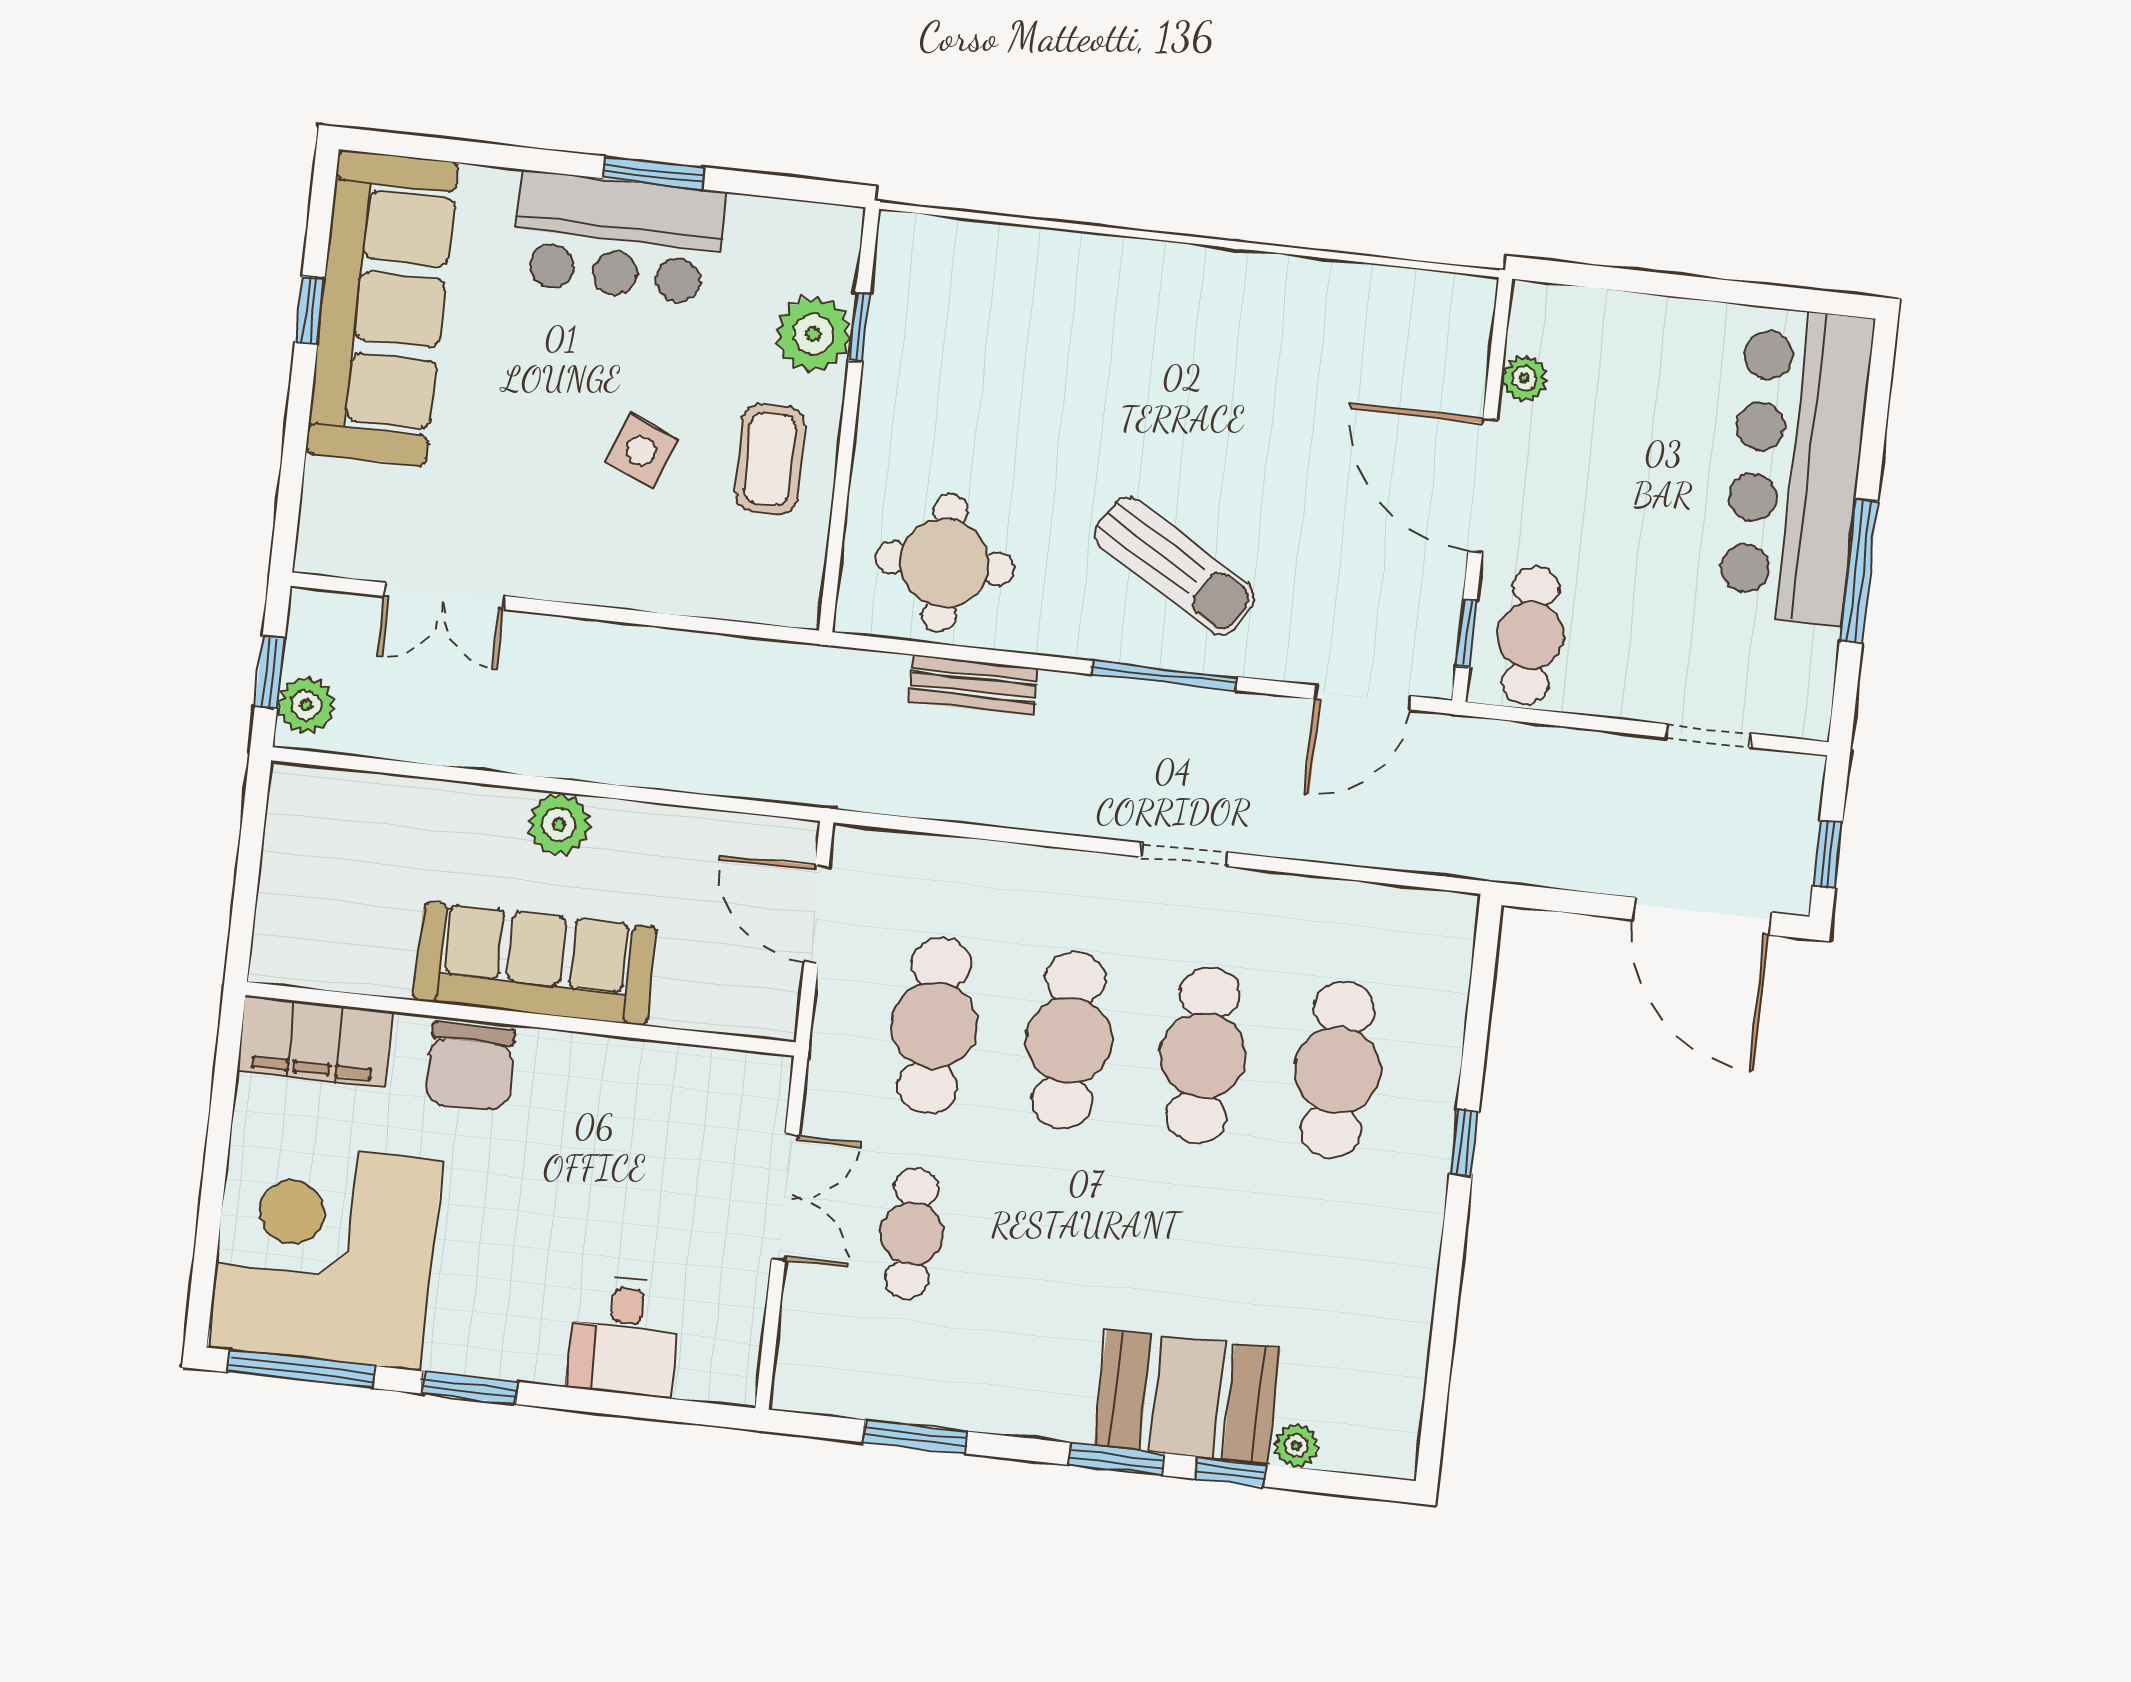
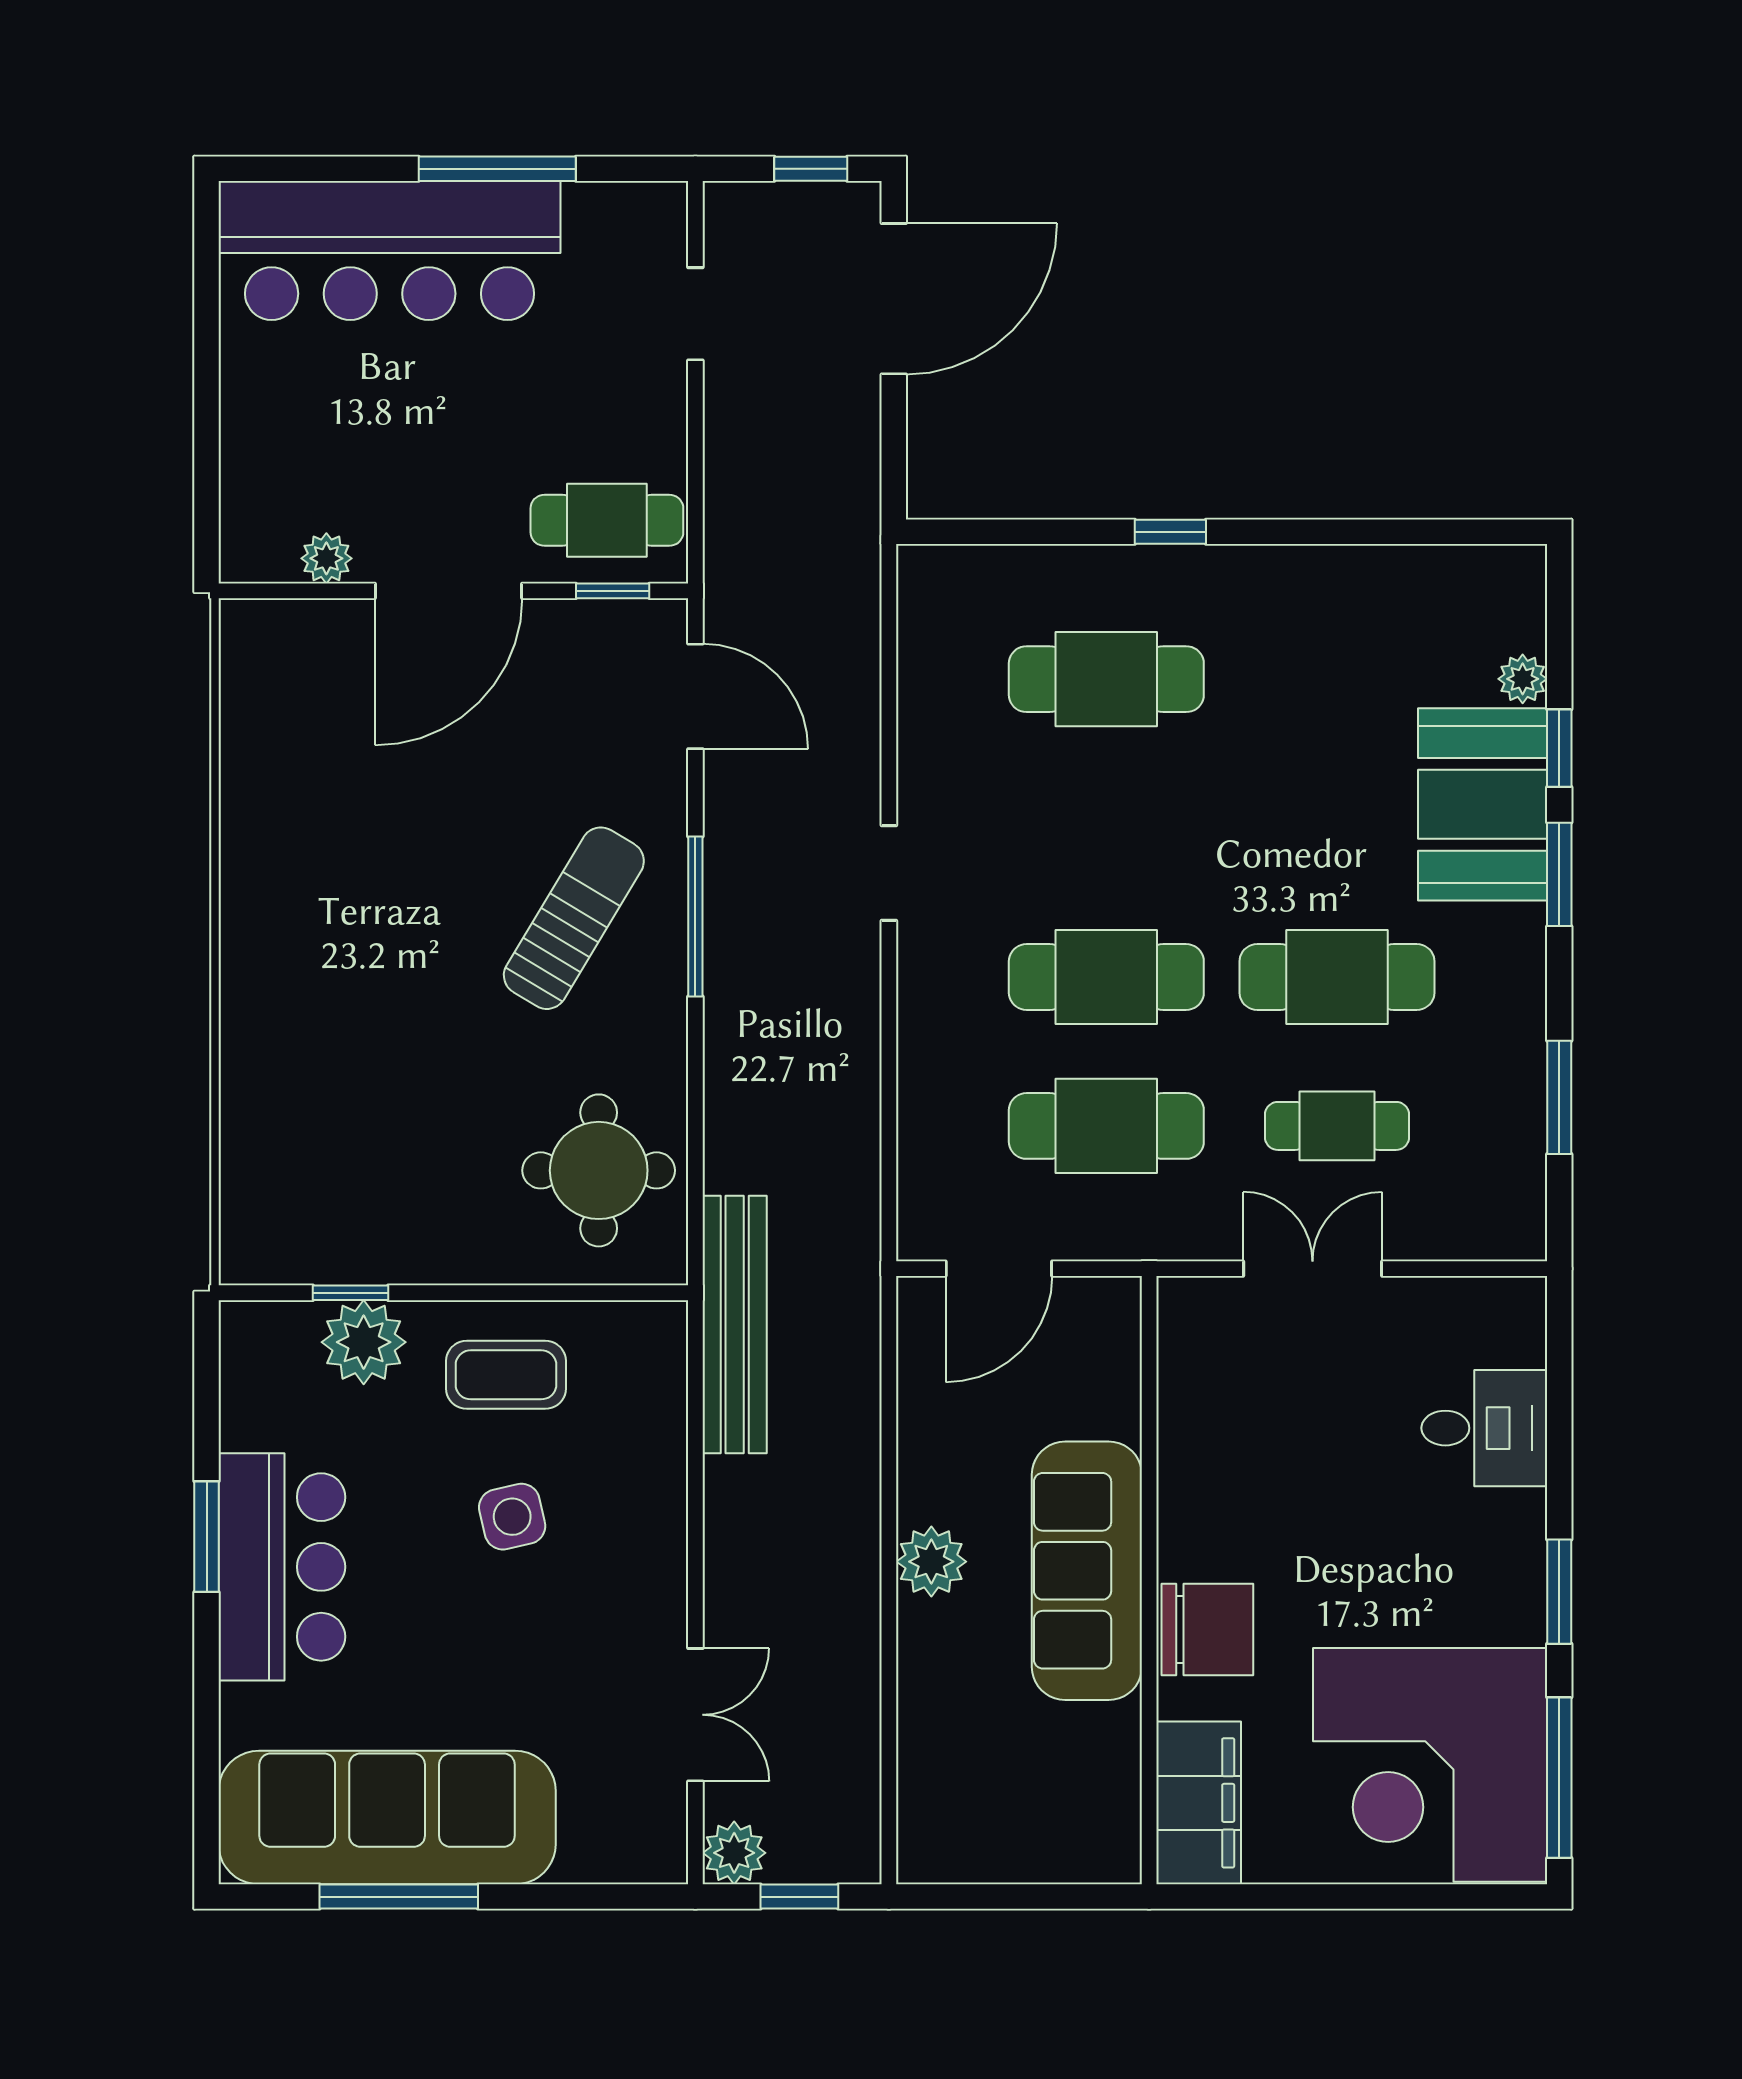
window: (310, 310) -> (399, 1897), width x2.17
side table: (641, 451) -> (512, 1517), turned -34
bench: (973, 685) -> (735, 1325), moved, width x1.86, depth x1.21
plant: (306, 705) -> (734, 1853), moved
cafe table: (1203, 1055) -> (1337, 977), moved

